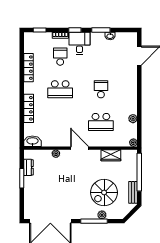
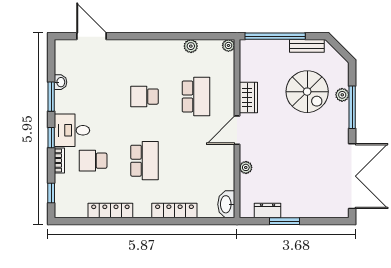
wardrobe: (111, 155) -> (248, 97), moved

